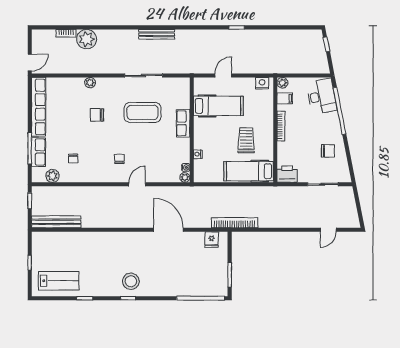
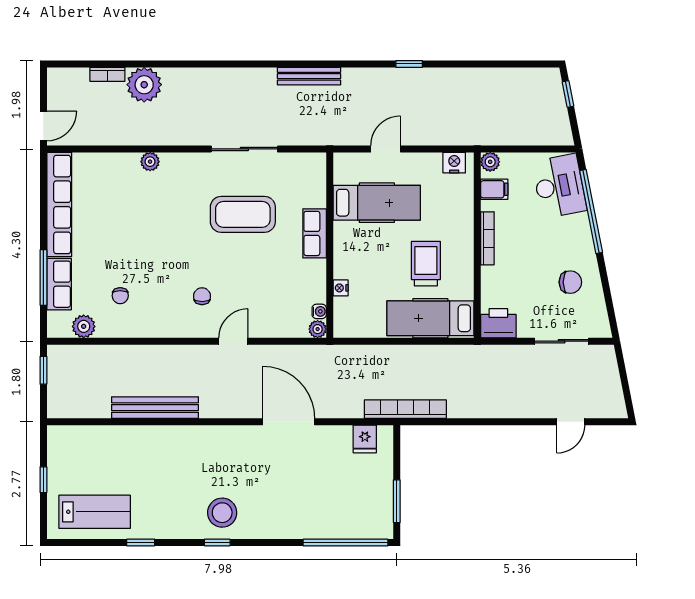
bench: (157, 34) -> (309, 76), moved
chair: (97, 115) -> (162, 219), removed
bench: (56, 222) -> (155, 408), moved

